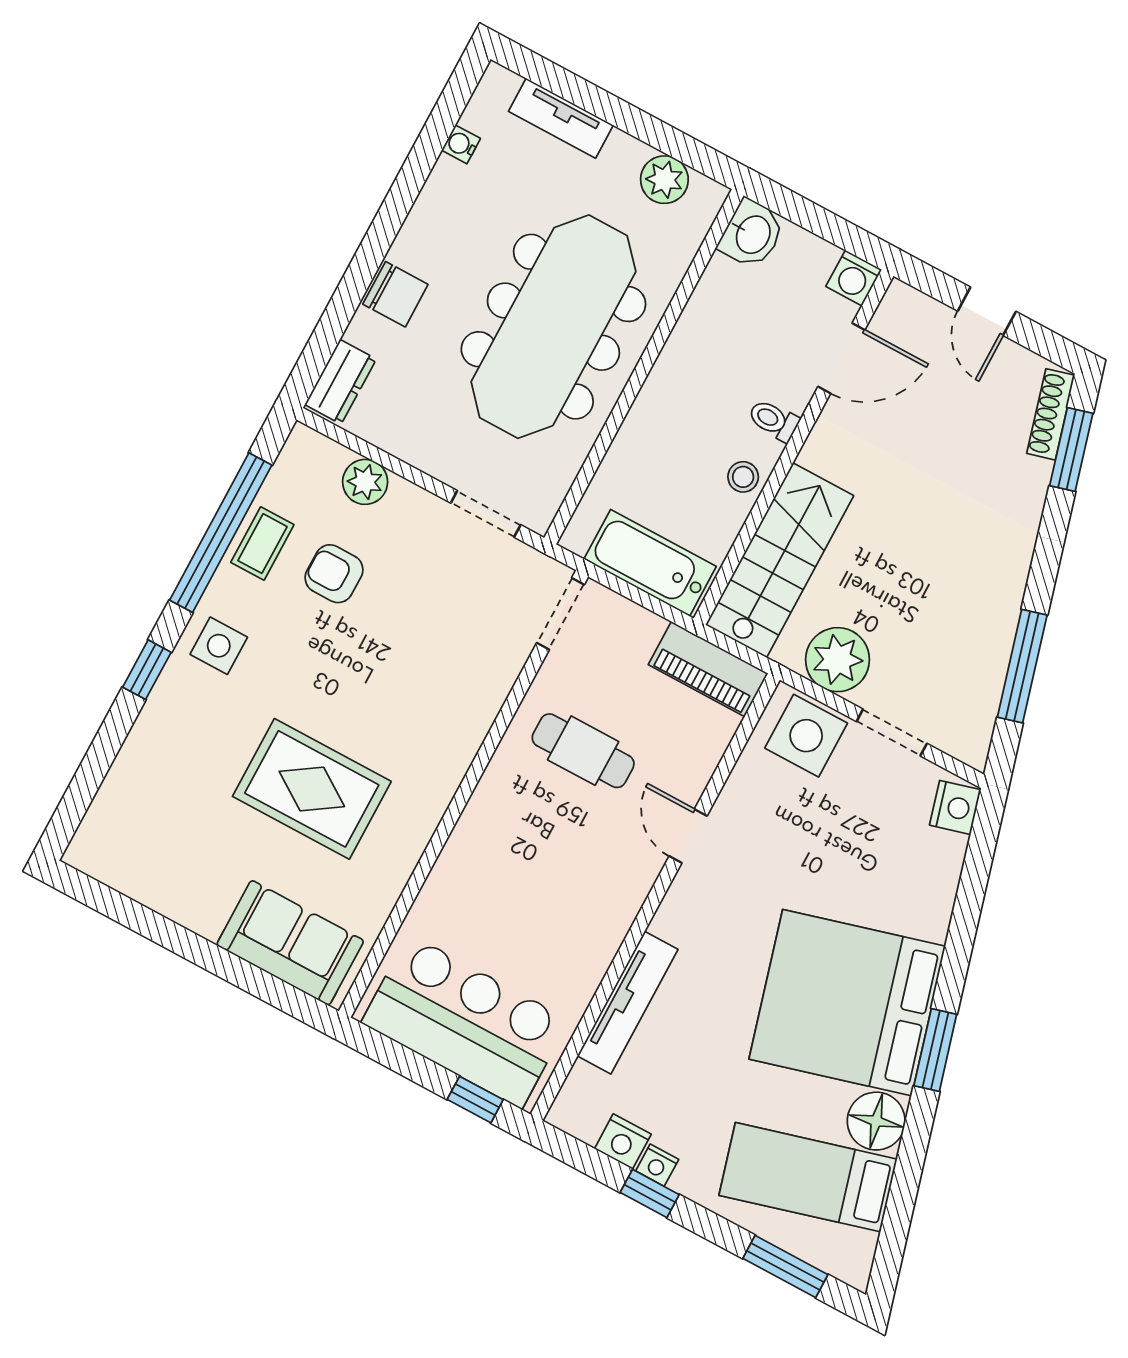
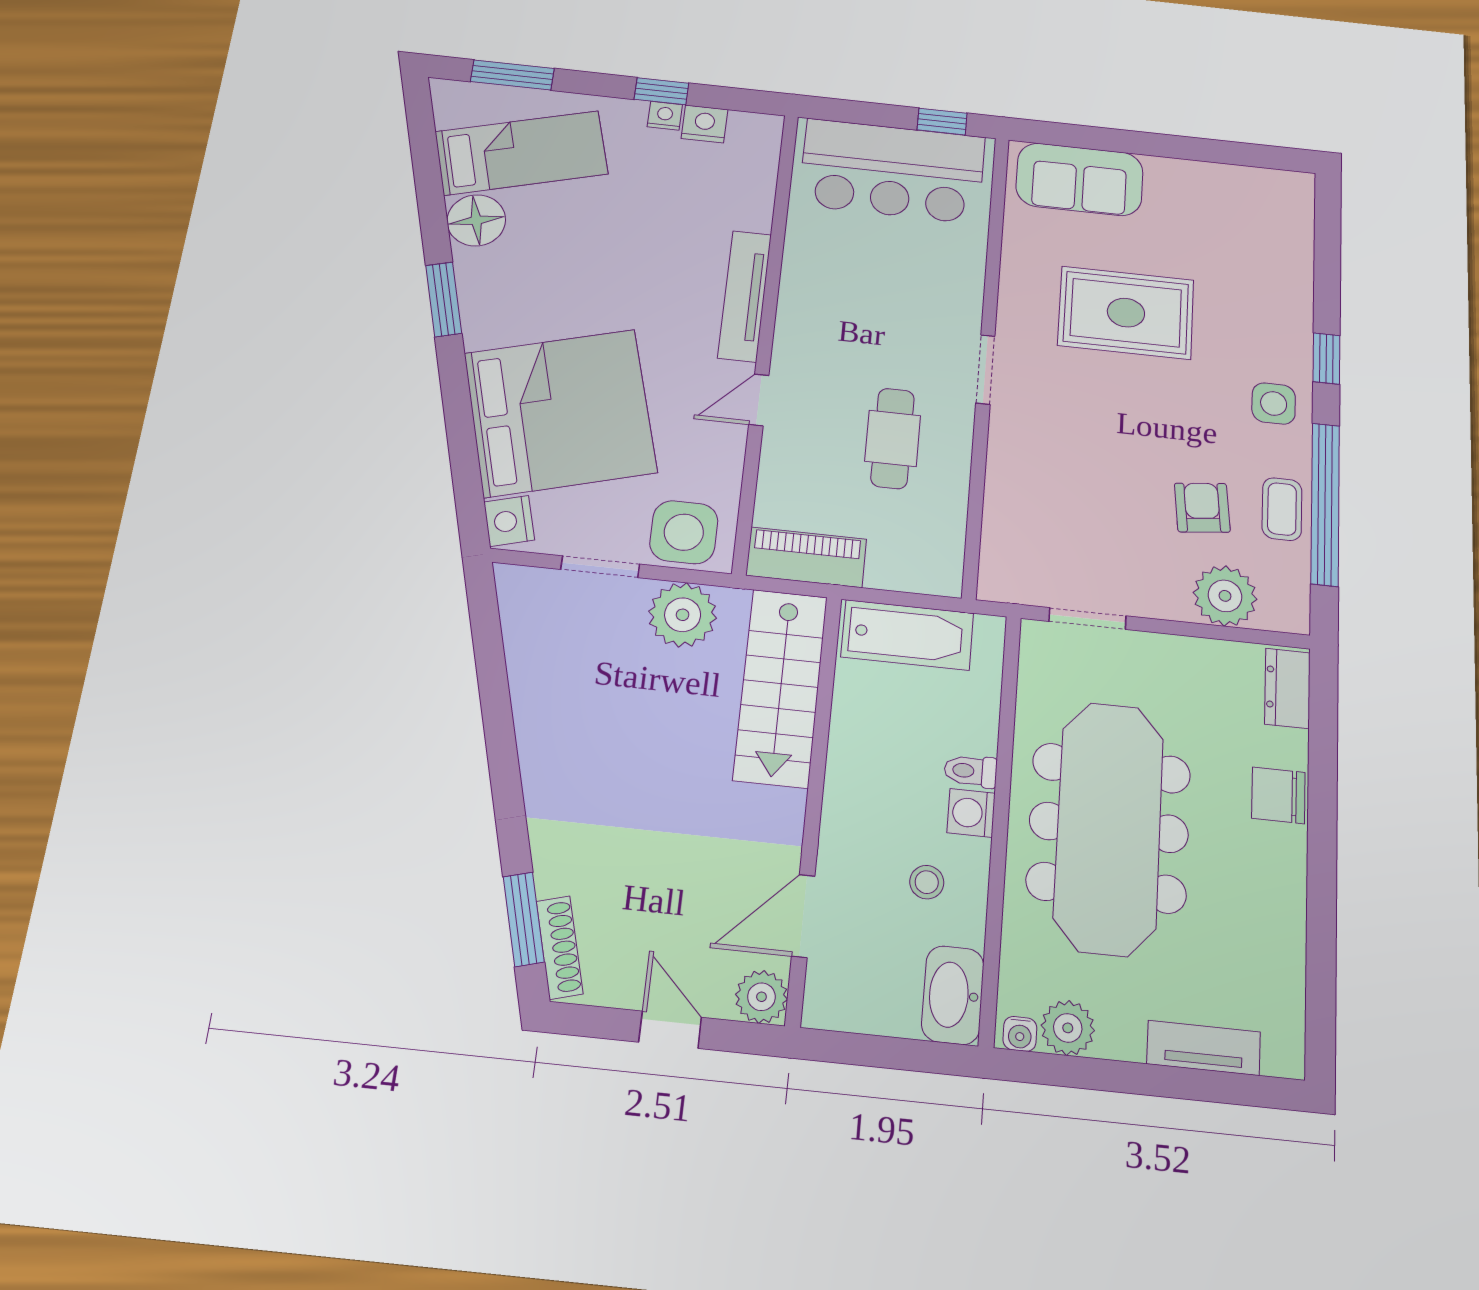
water cooler: (461, 144) -> (1020, 1034), moved, turned 90
washbasin: (752, 234) -> (953, 995), width x1.38
washing machine: (854, 278) -> (971, 813), moved, turned -90
plant: (903, 307) -> (761, 997), added
toilet: (774, 420) -> (971, 771), moved, turned 180
stool: (743, 477) -> (927, 882), moved
plant: (365, 482) -> (1225, 596), width x1.36, depth x1.36
armchair: (334, 574) -> (1202, 508), turned -96
doorway: (560, 614) -> (985, 369), moved
window: (1022, 666) -> (493, 680), removed
cafe table: (583, 751) -> (893, 438), turned 90
door: (688, 836) -> (759, 400), swing flipped
tv unit: (628, 1003) -> (745, 296), moved
bed: (847, 1003) -> (560, 413), moved
window: (475, 1100) -> (942, 122), moved

